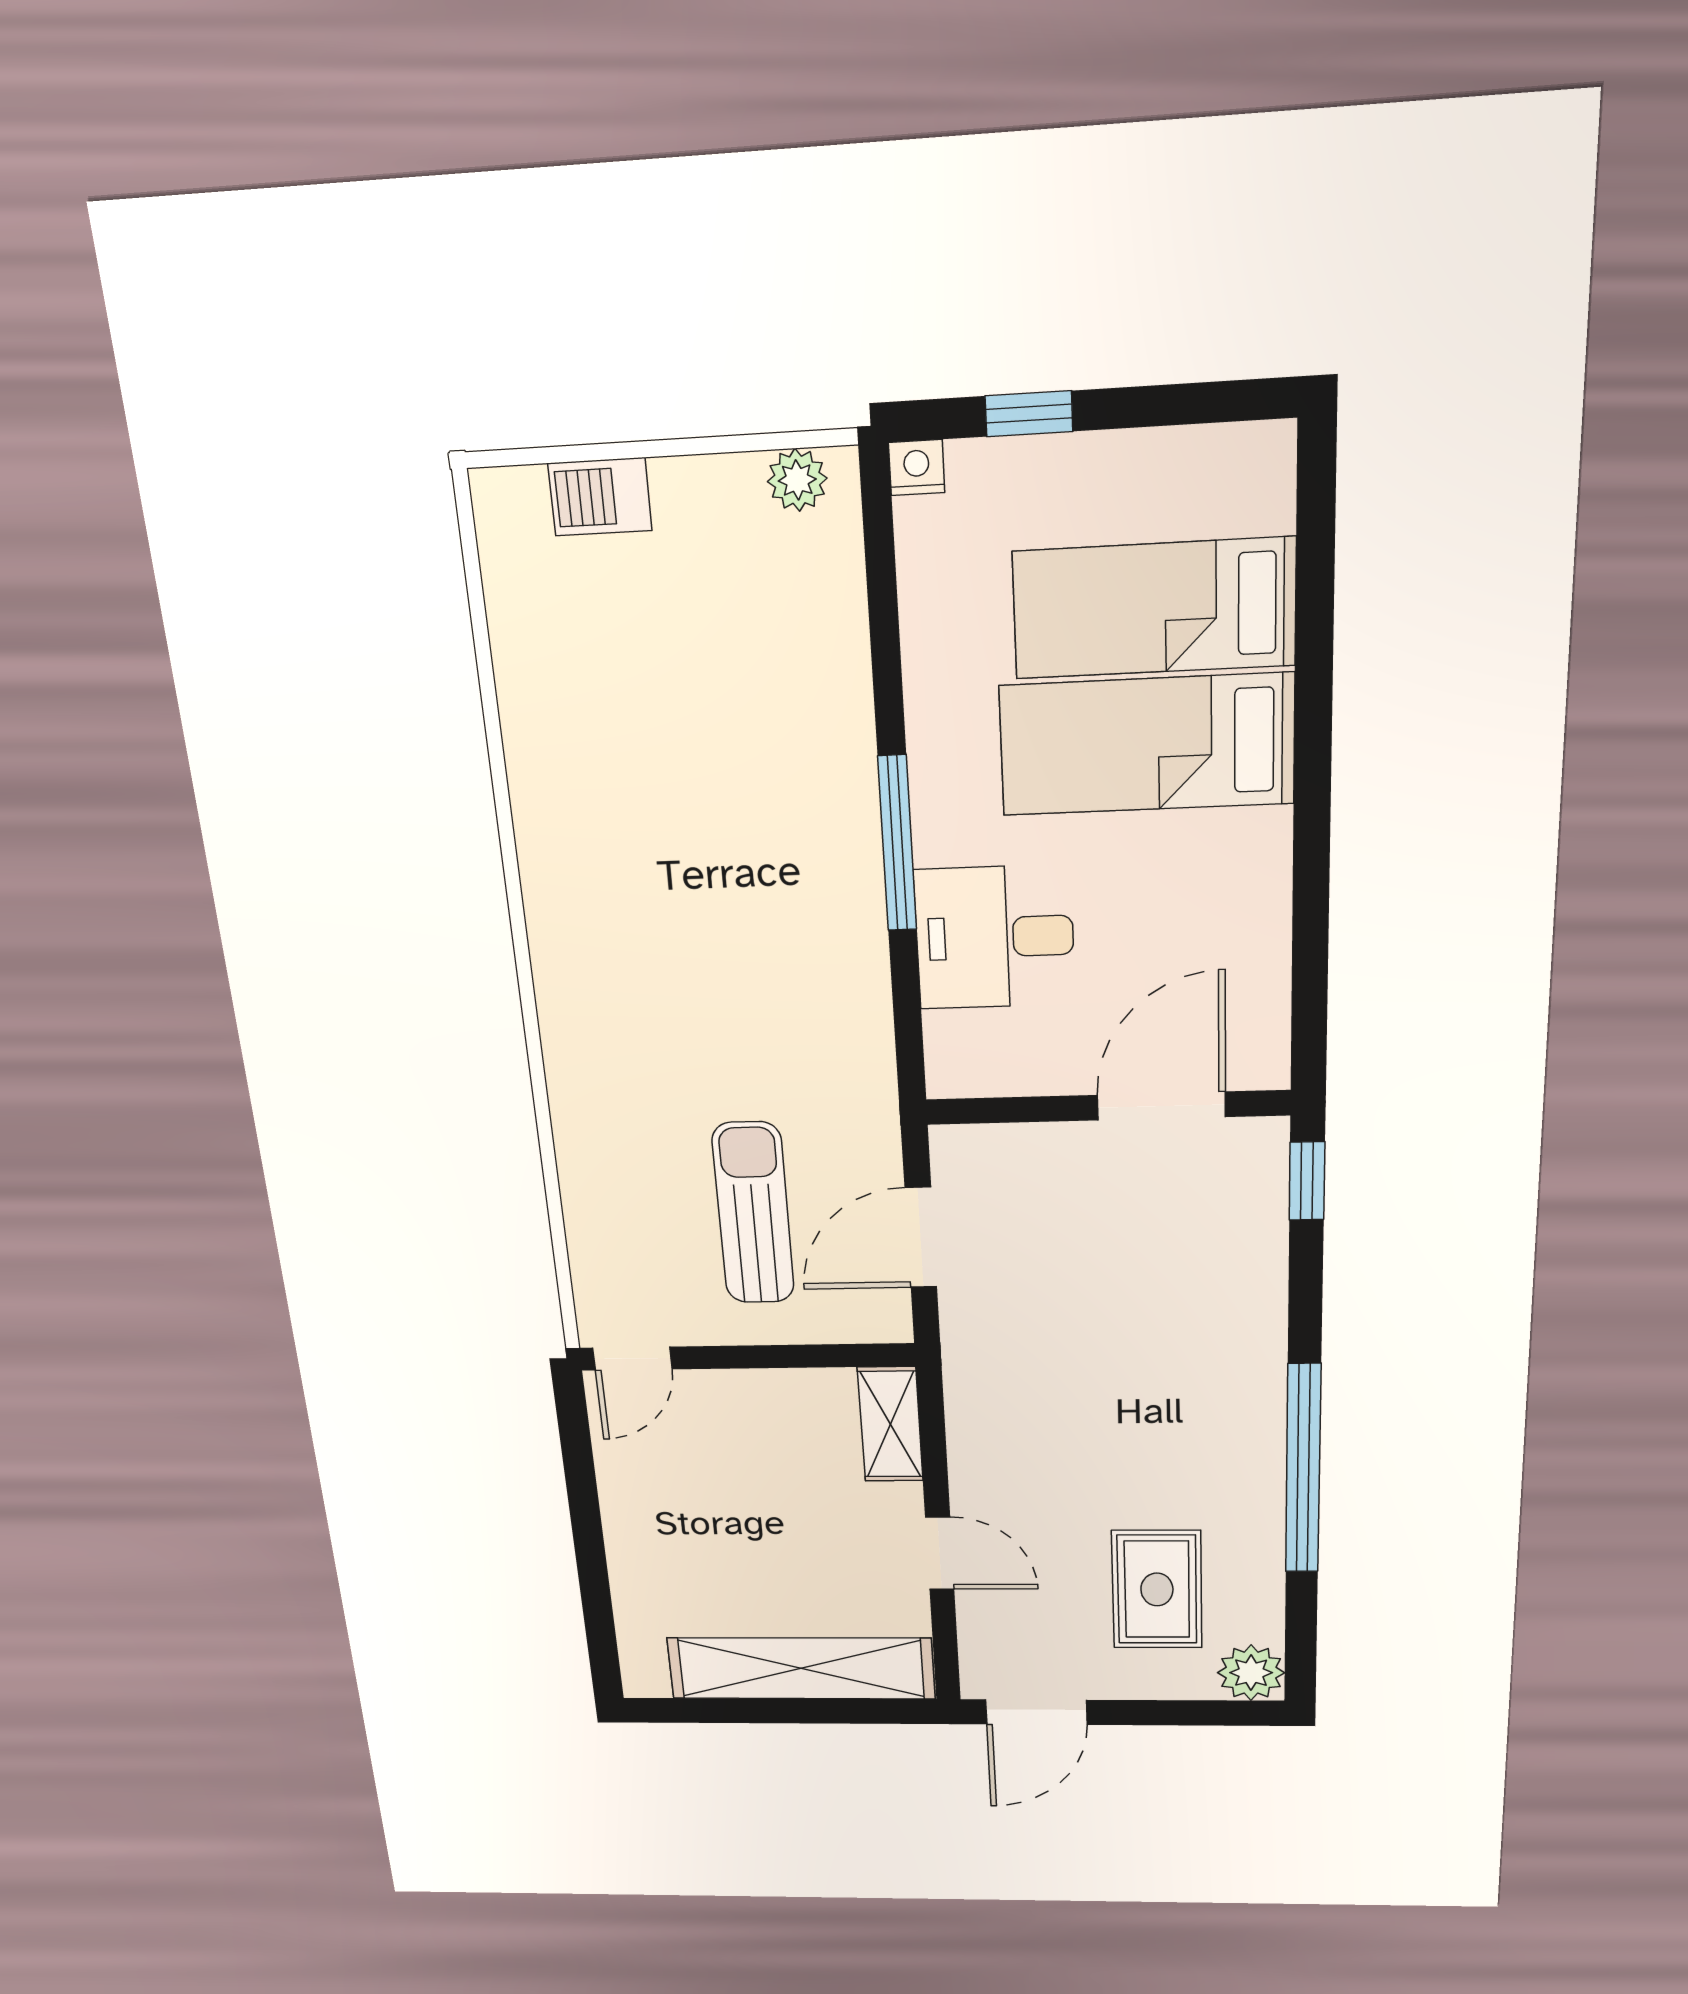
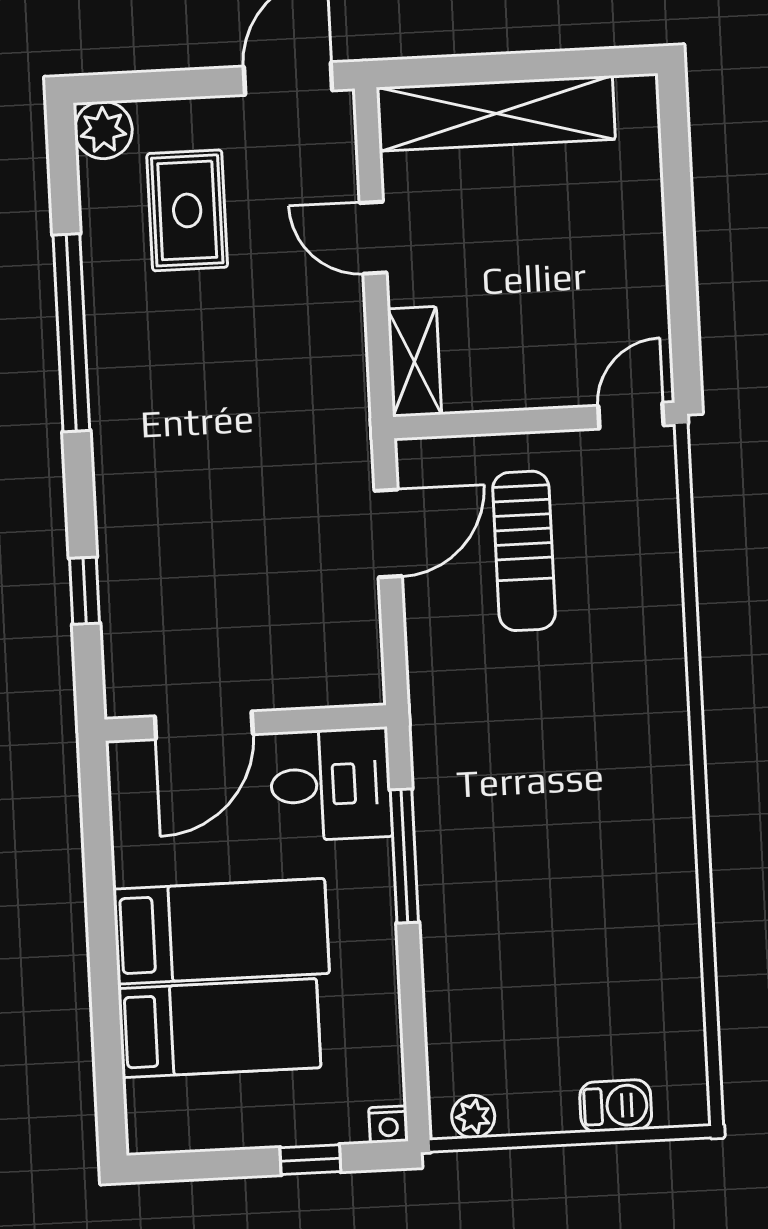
door: (1161, 1106) -> (204, 725), moved
wall: (1107, 1107) -> (246, 723), moved

